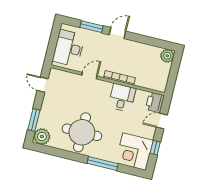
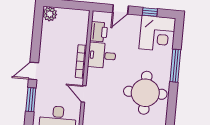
door: (117, 33) -> (33, 71), hinge flipped
printer: (155, 102) -> (99, 32), moved, turned -90
door: (162, 121) -> (120, 9), hinge flipped

